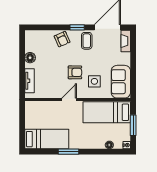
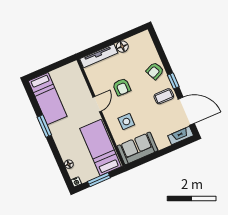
armchair: (75, 72) -> (122, 87), moved
tv unit: (29, 81) -> (99, 56), width x1.41
door: (69, 99) -> (97, 104), hinge flipped

